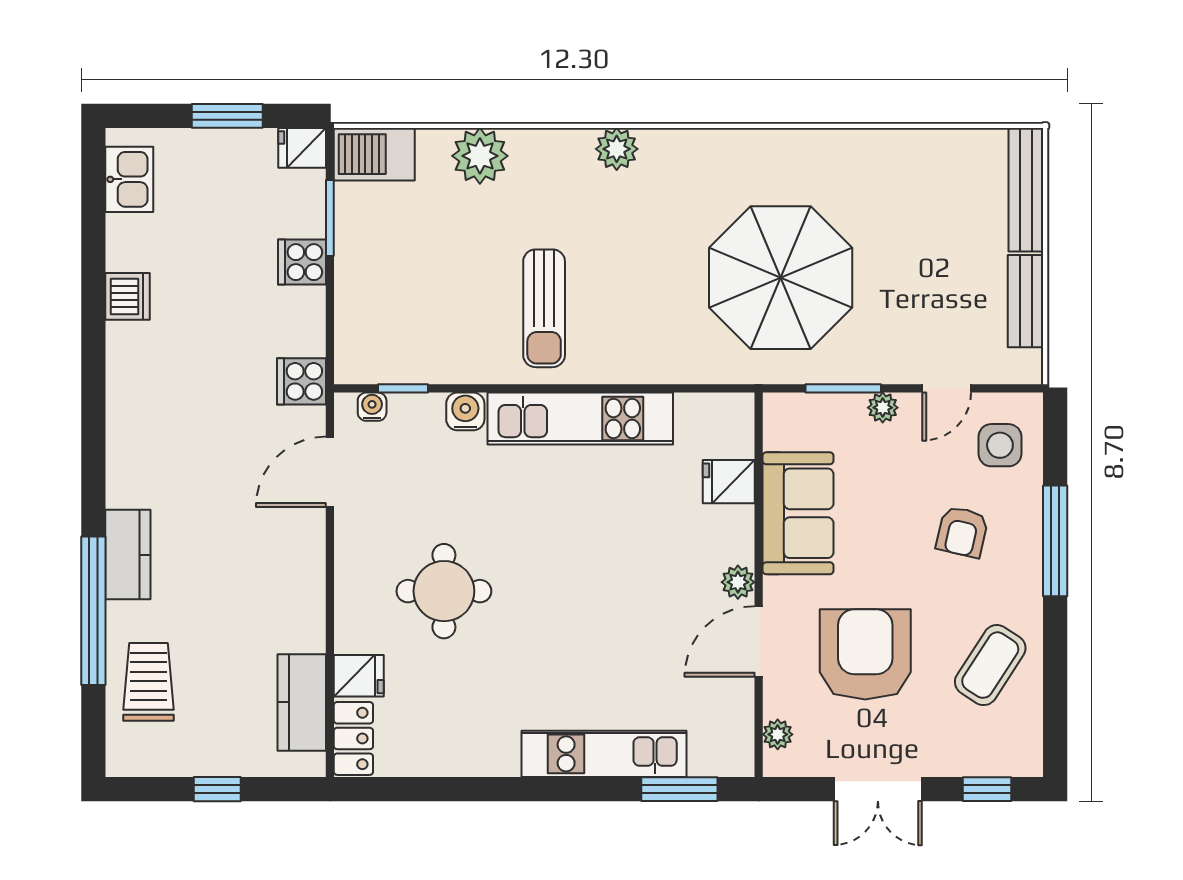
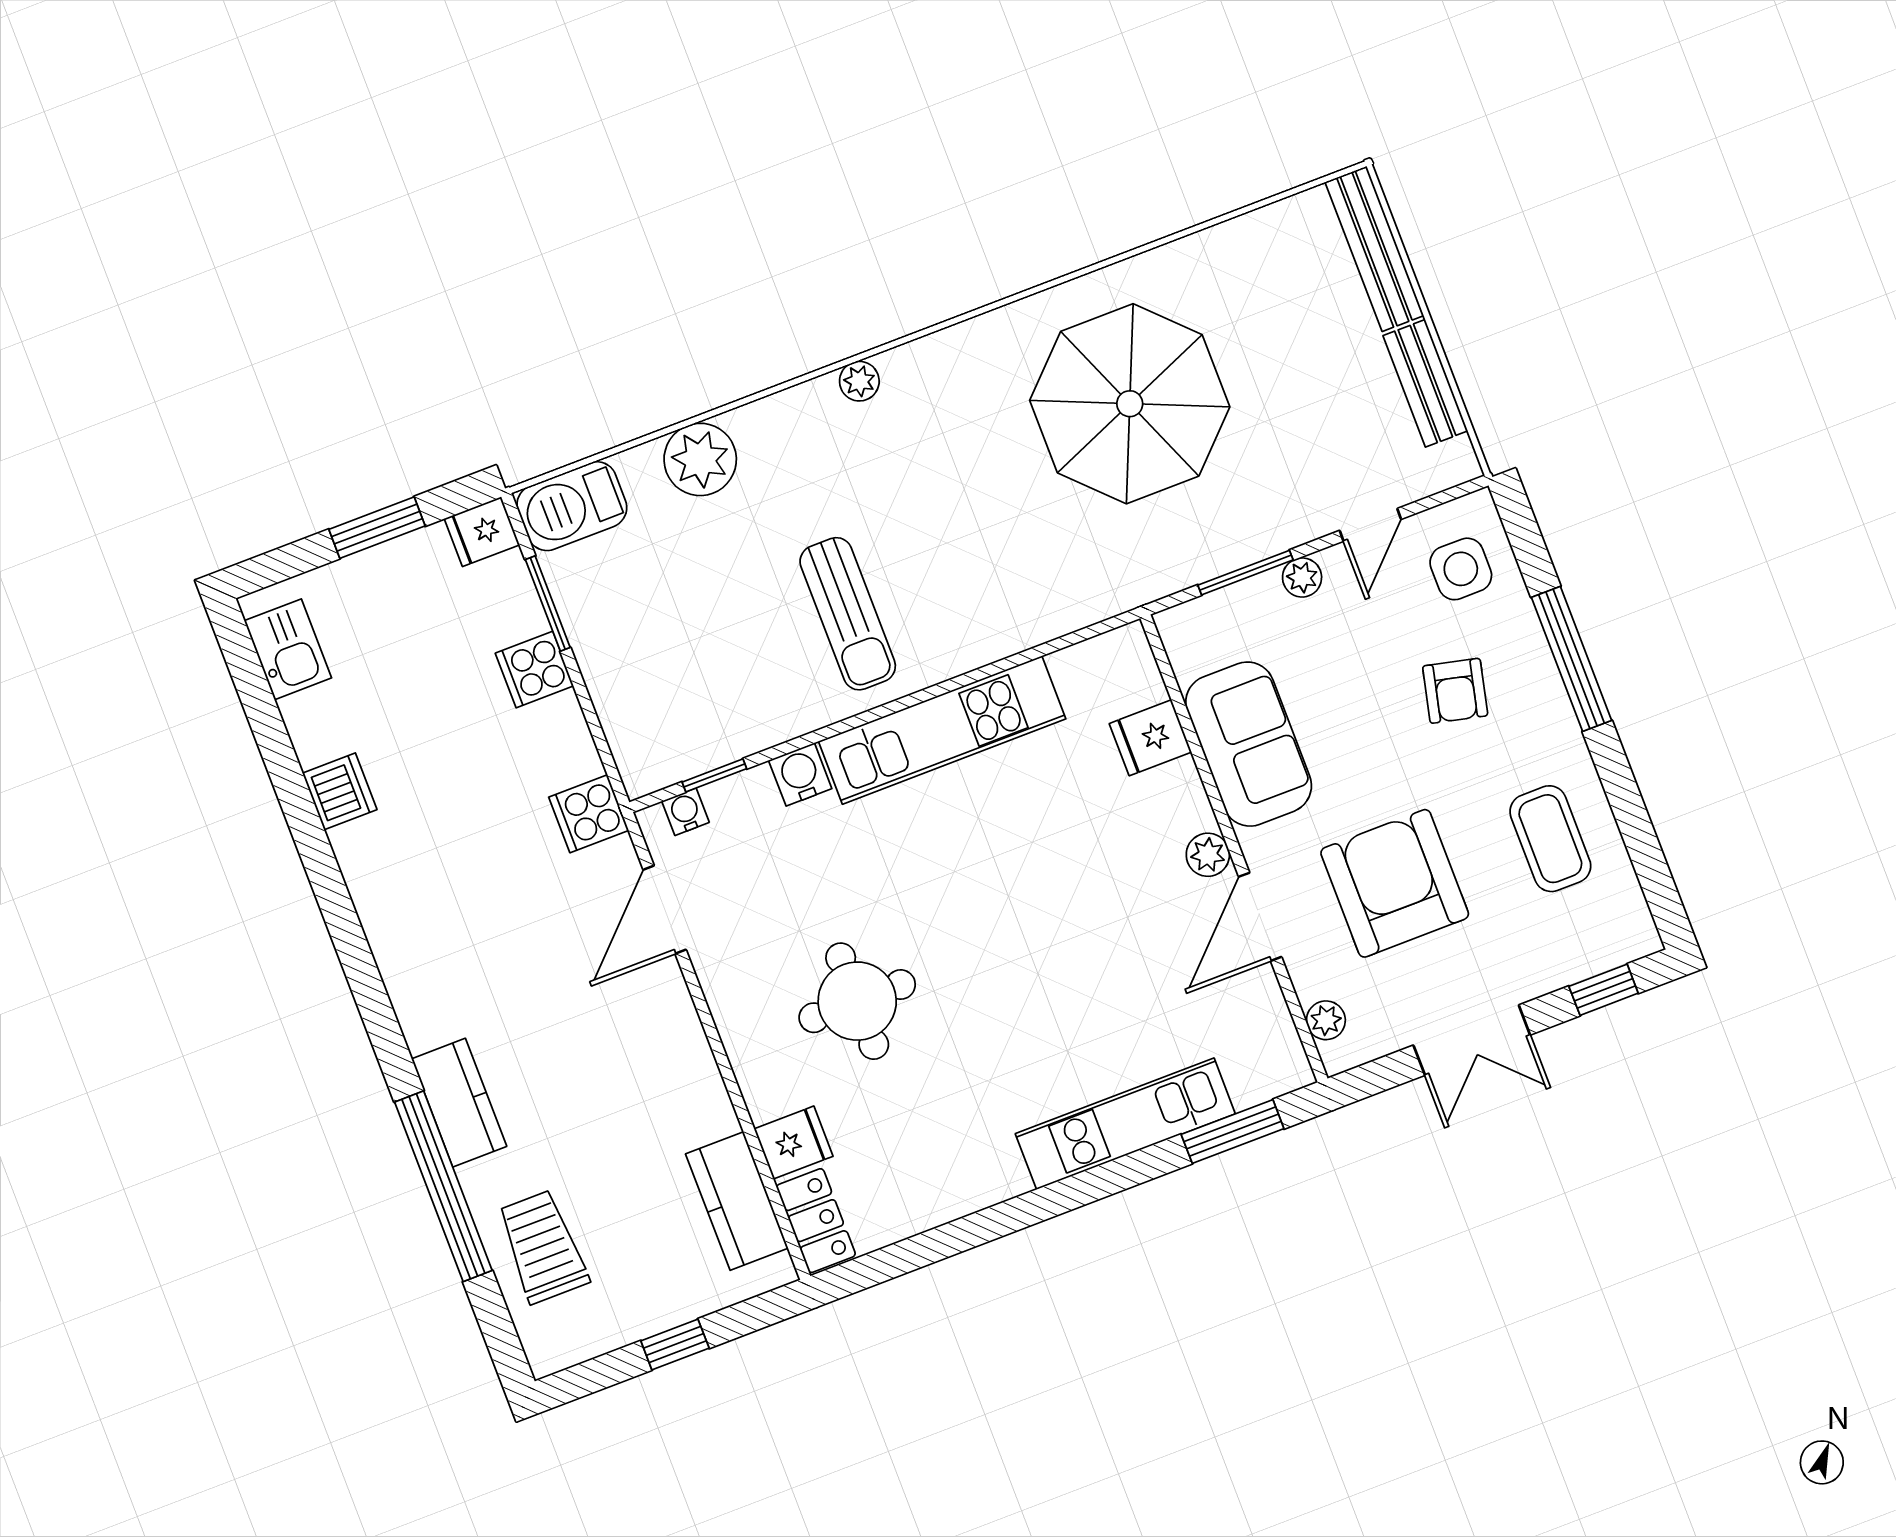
plant: (617, 149) -> (859, 381), width x0.73, depth x0.73
parasol: (781, 278) -> (1130, 404), moved
coffee table: (990, 665) -> (1550, 839), turned -33

